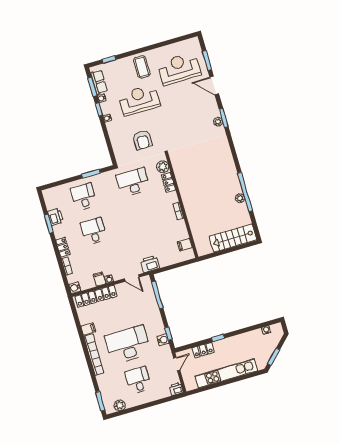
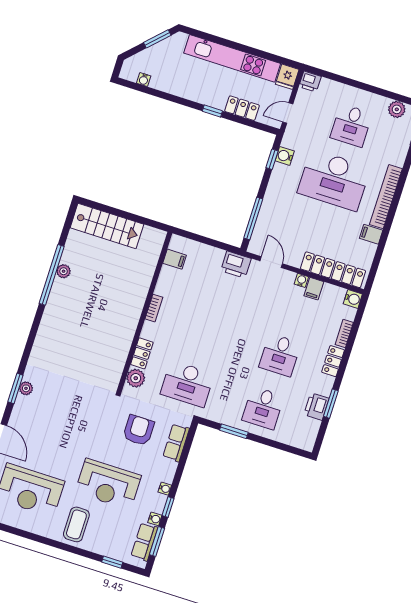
row of seats: (118, 147) -> (176, 443), added
fridge: (190, 383) -> (287, 77), added

